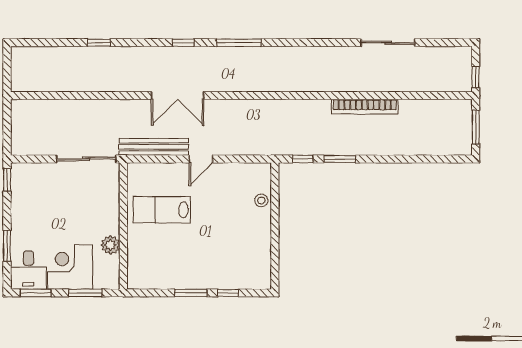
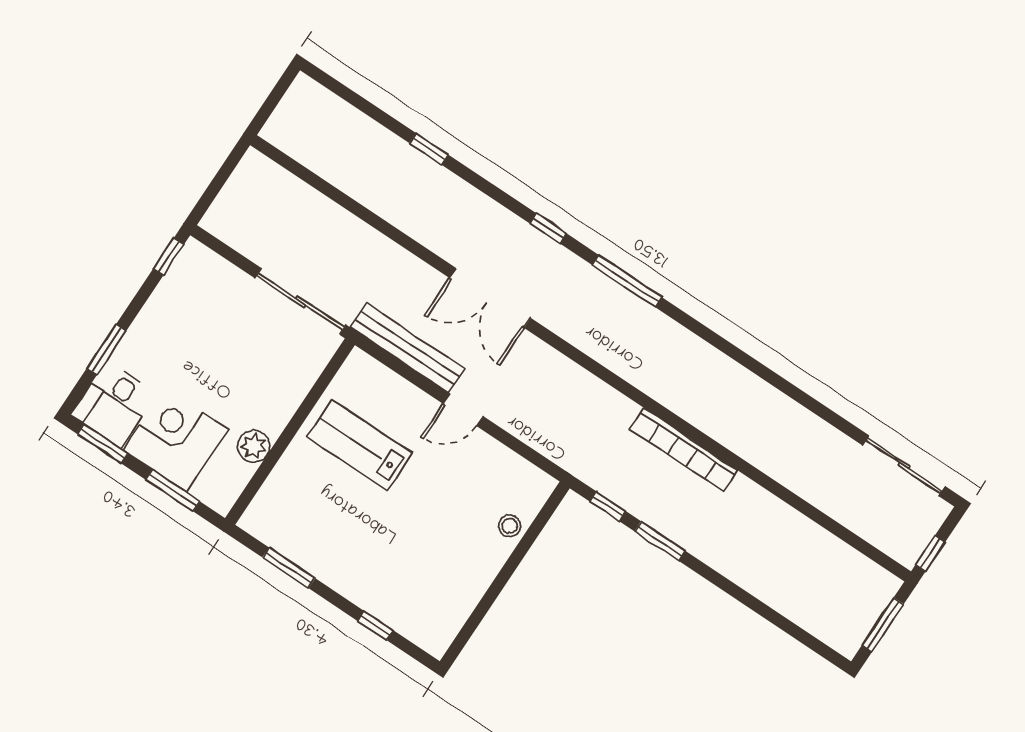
sliding door: (388, 43) -> (904, 466), moved
bookcase: (365, 107) -> (684, 450), moved
window: (191, 293) -> (289, 568), moved

